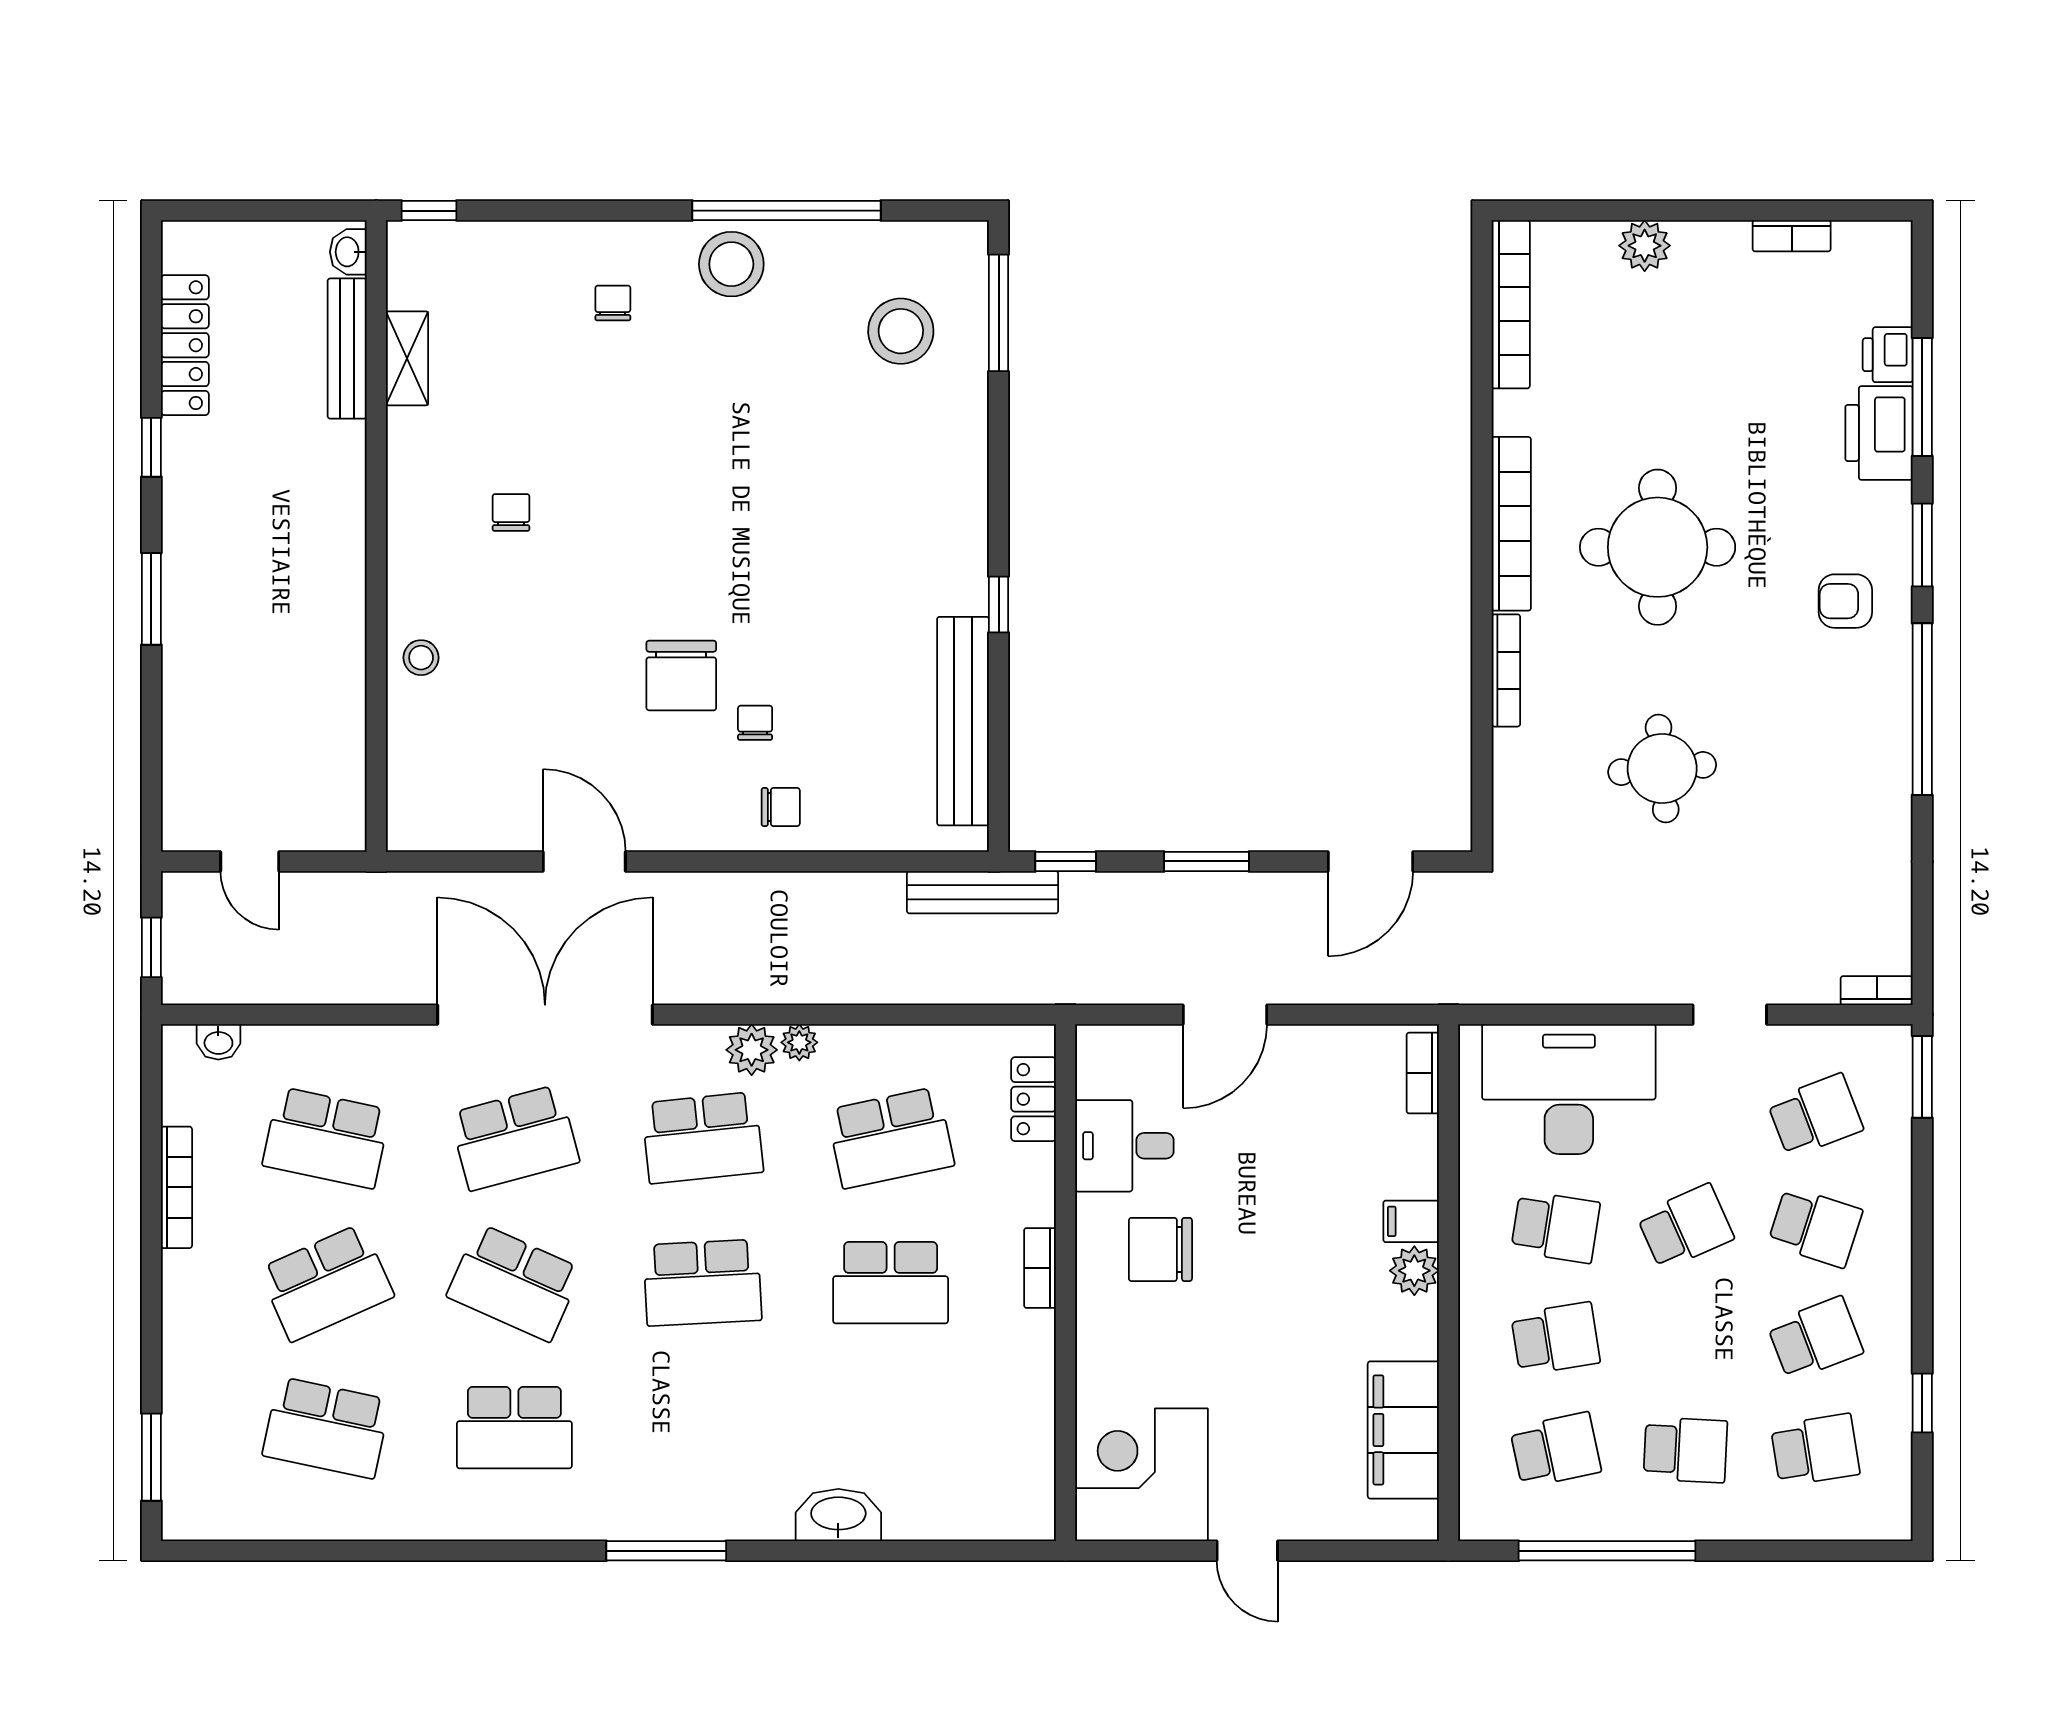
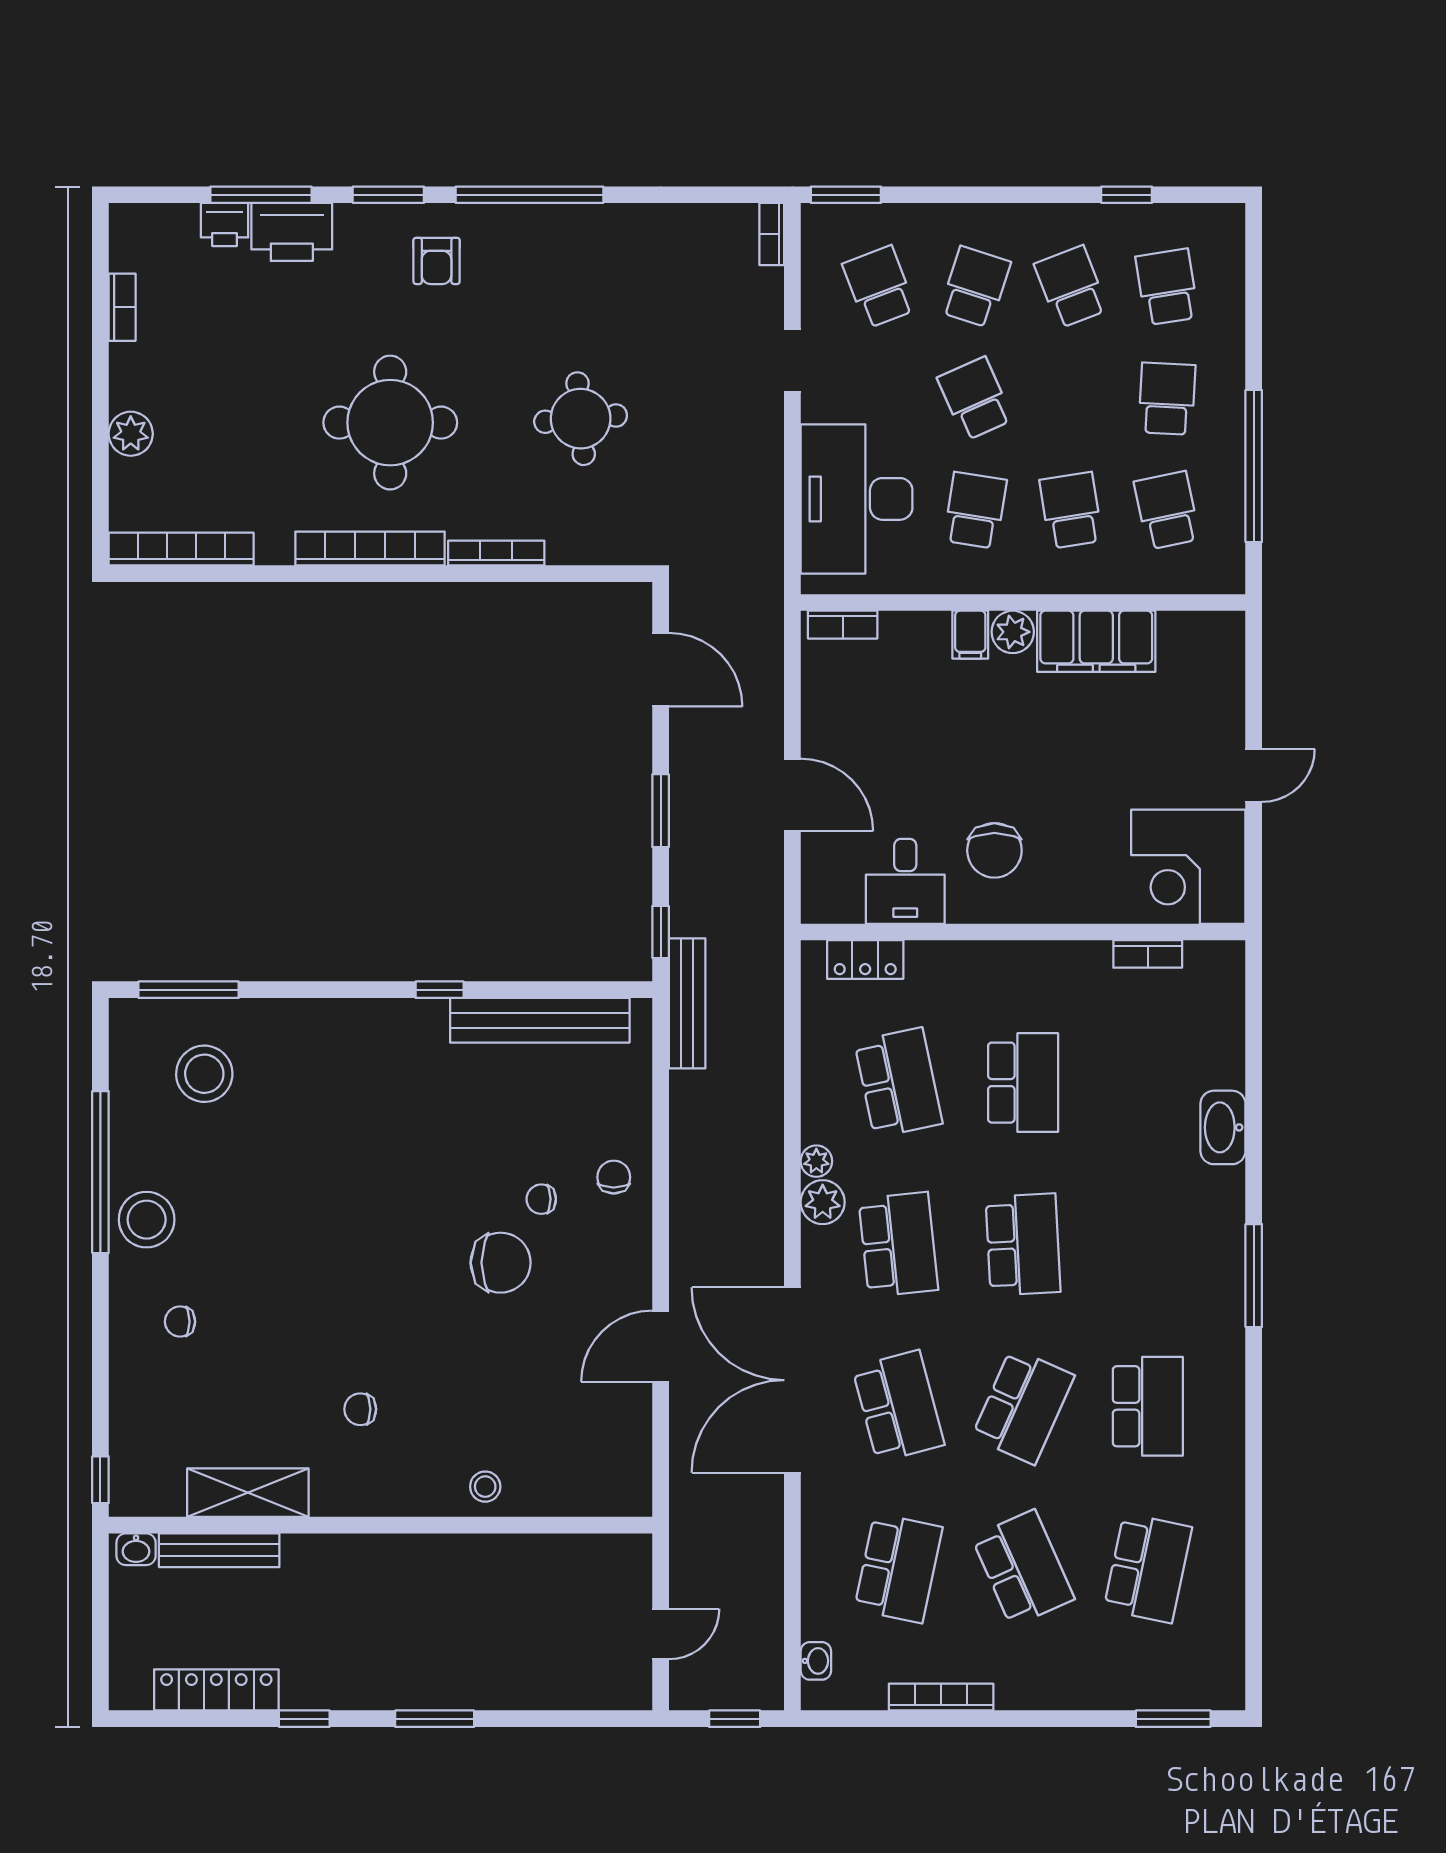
shelving: (407, 358) -> (248, 1493), width x1.50, depth x1.33
bookcase: (1040, 1268) -> (1148, 954), moved
filing cabinet: (1403, 1430) -> (1096, 641), moved

